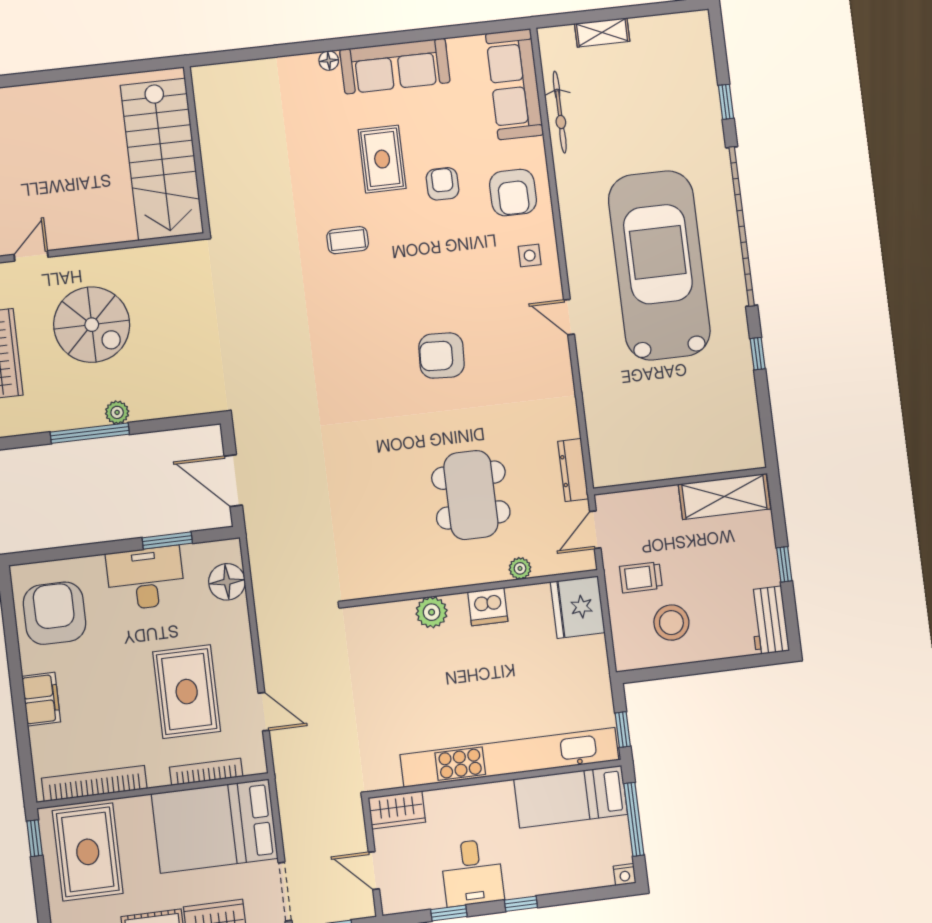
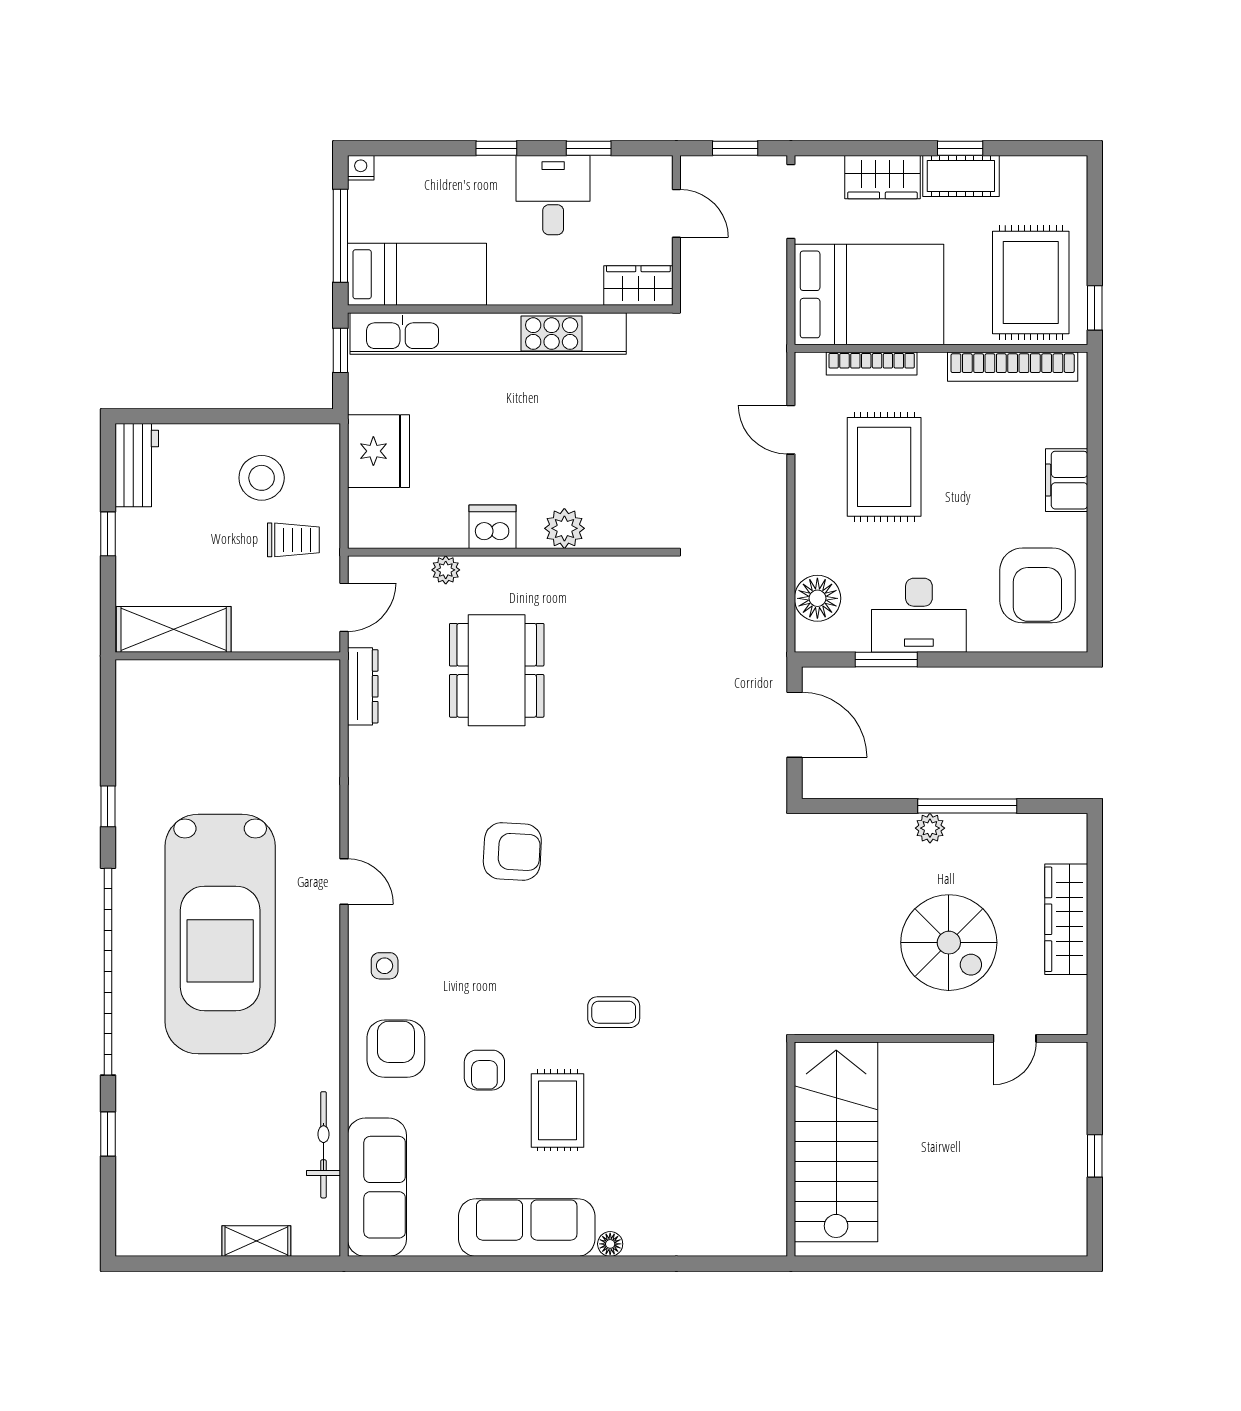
spiral stairs: (92, 325) -> (949, 943), turned 180
fridge: (578, 607) -> (378, 451), moved

